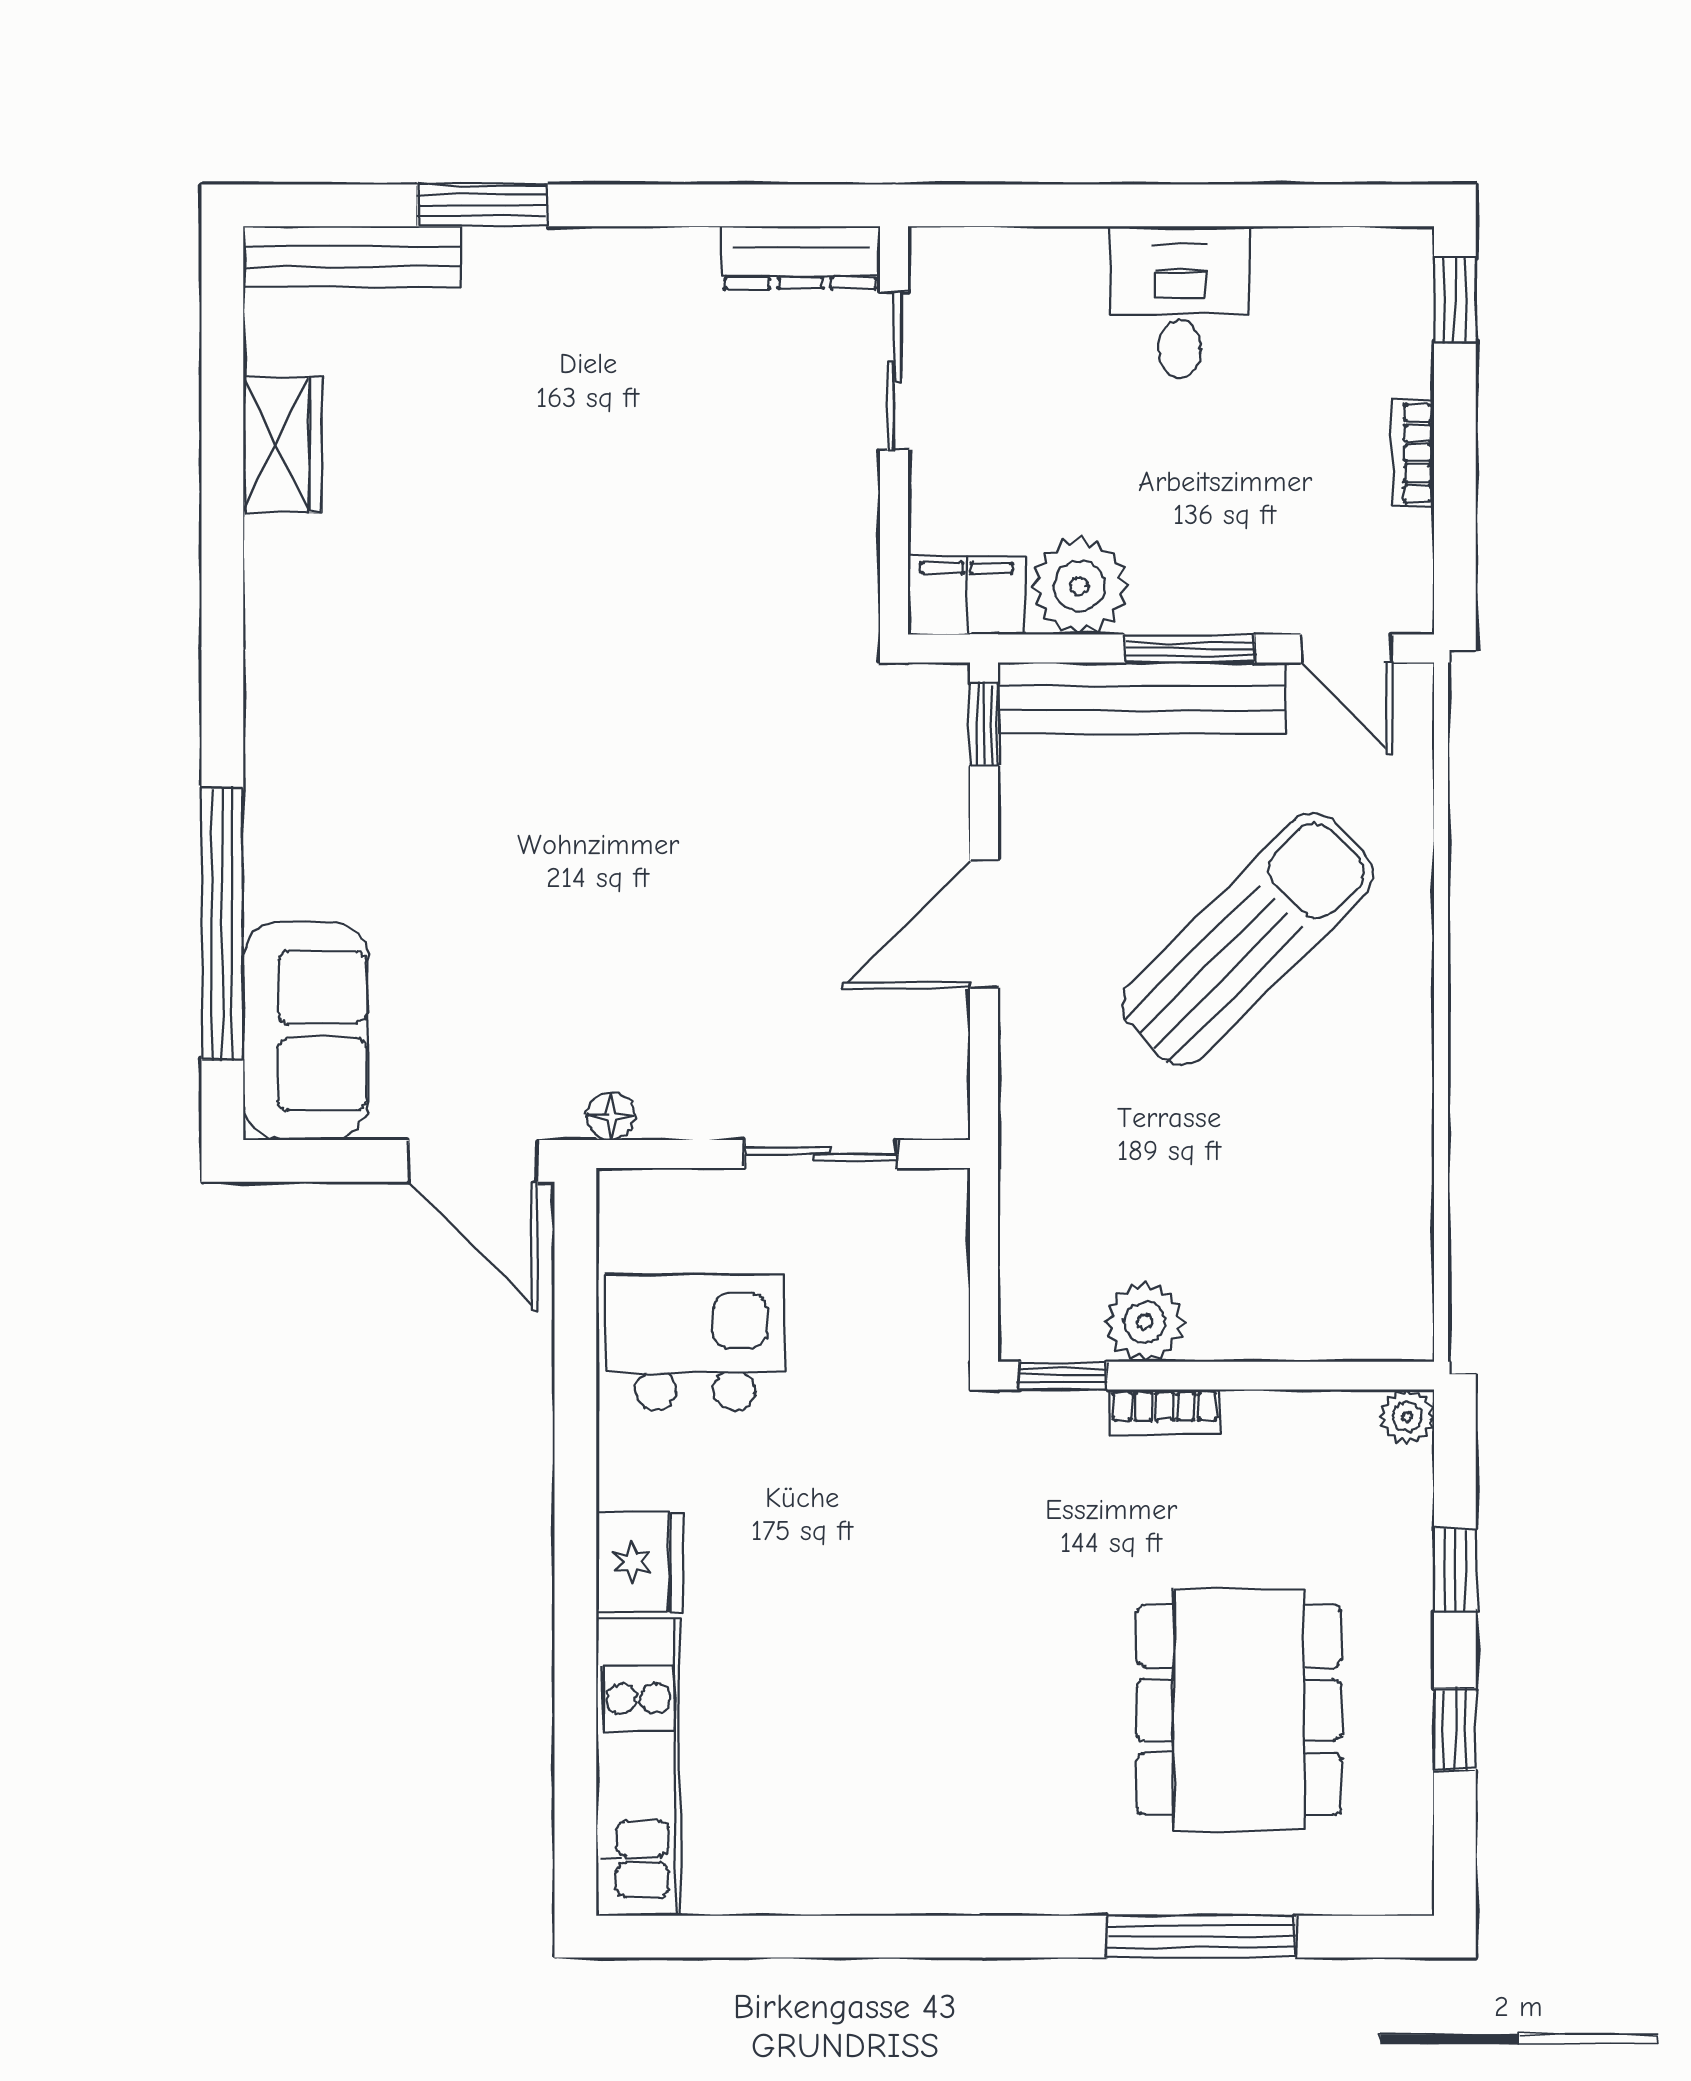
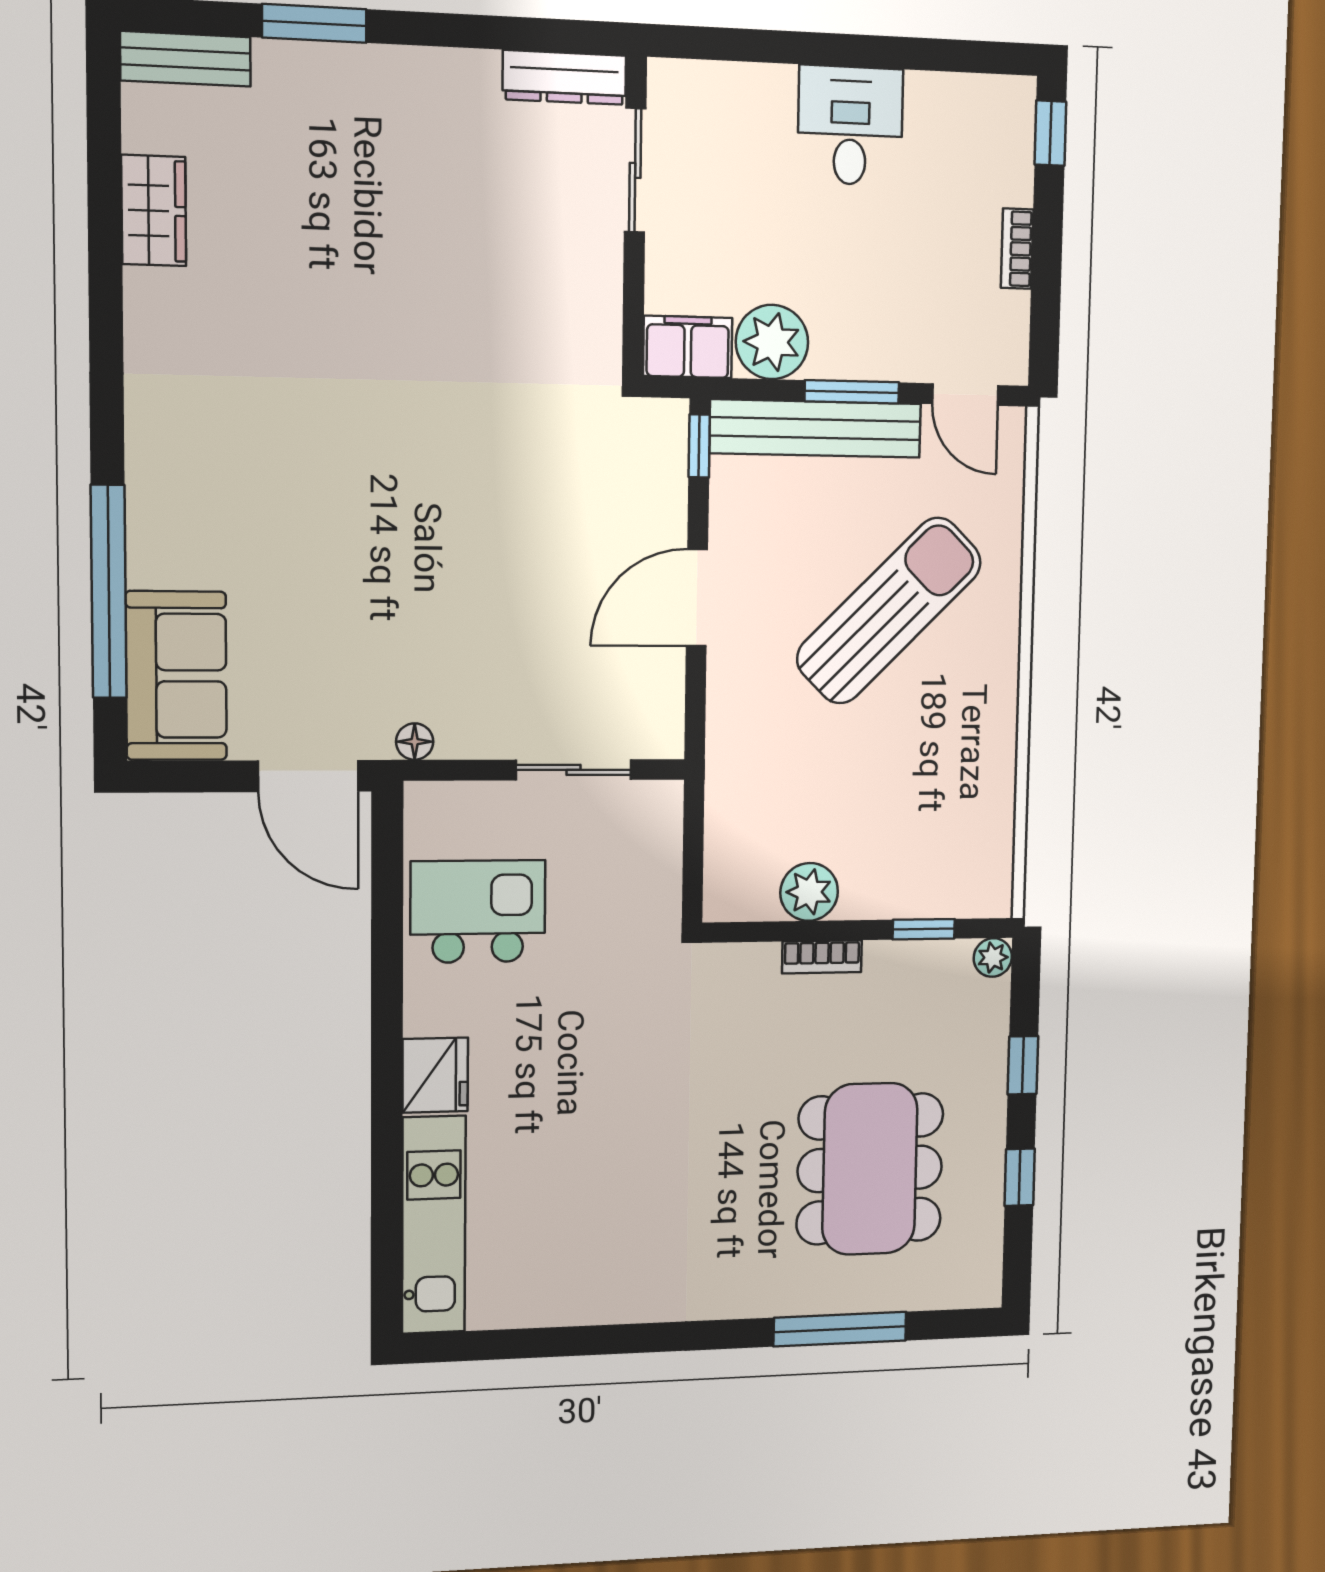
bench: (352, 257) -> (186, 59), width x0.73
window: (1063, 1376) -> (924, 929), moved

